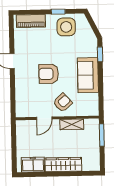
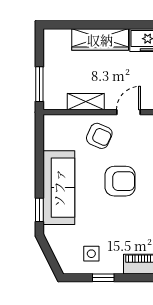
side table: (66, 27) -> (91, 254), width x0.54, depth x0.54
sofa: (88, 75) -> (59, 188), width x1.36
armchair: (63, 103) -> (99, 136), turned -114

